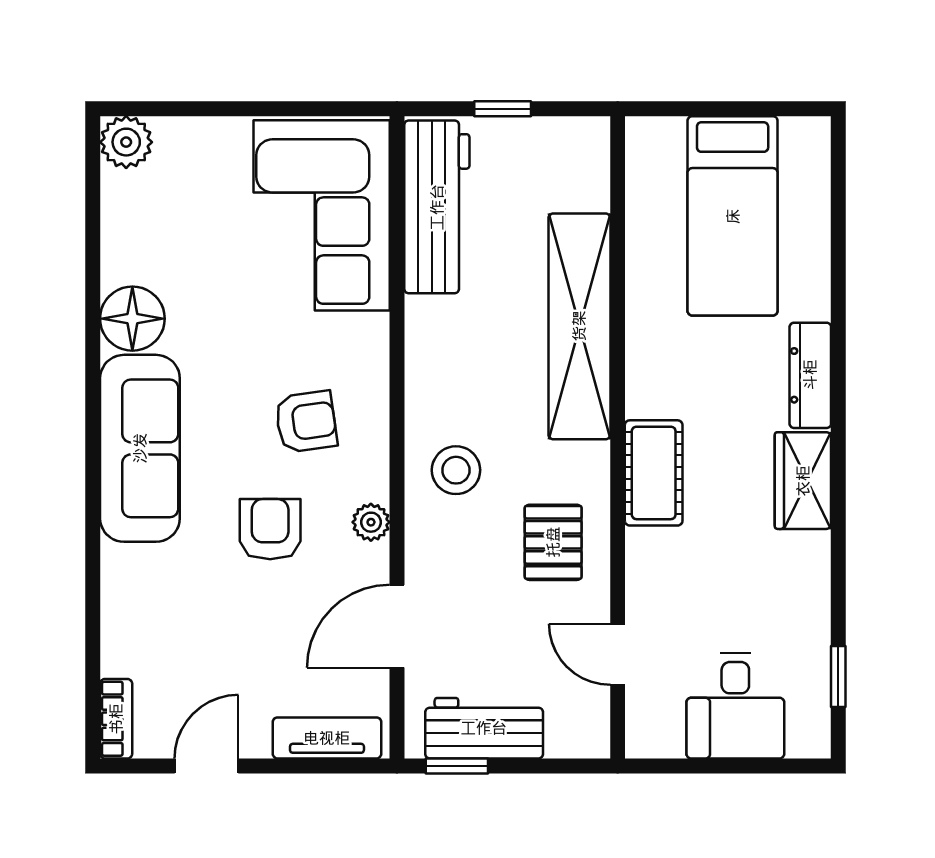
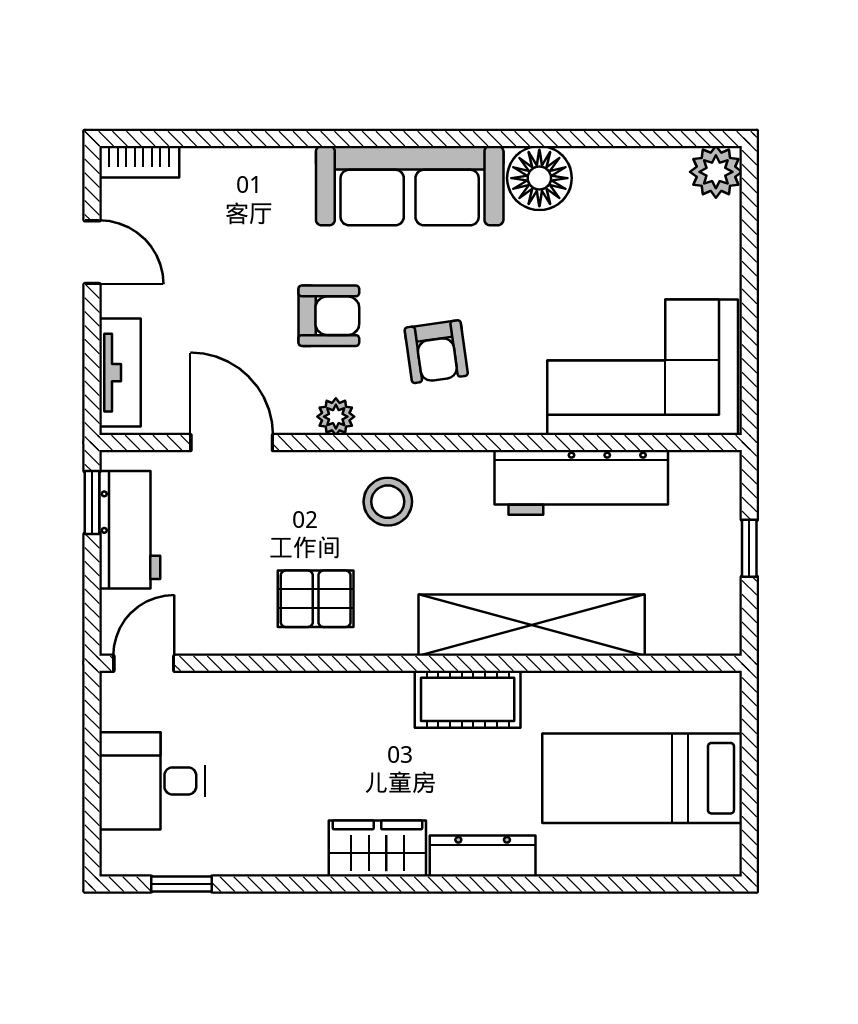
workbench: (437, 207) -> (581, 482), moved
cot: (654, 473) -> (468, 699), moved
door: (618, 654) -> (144, 663), moved

